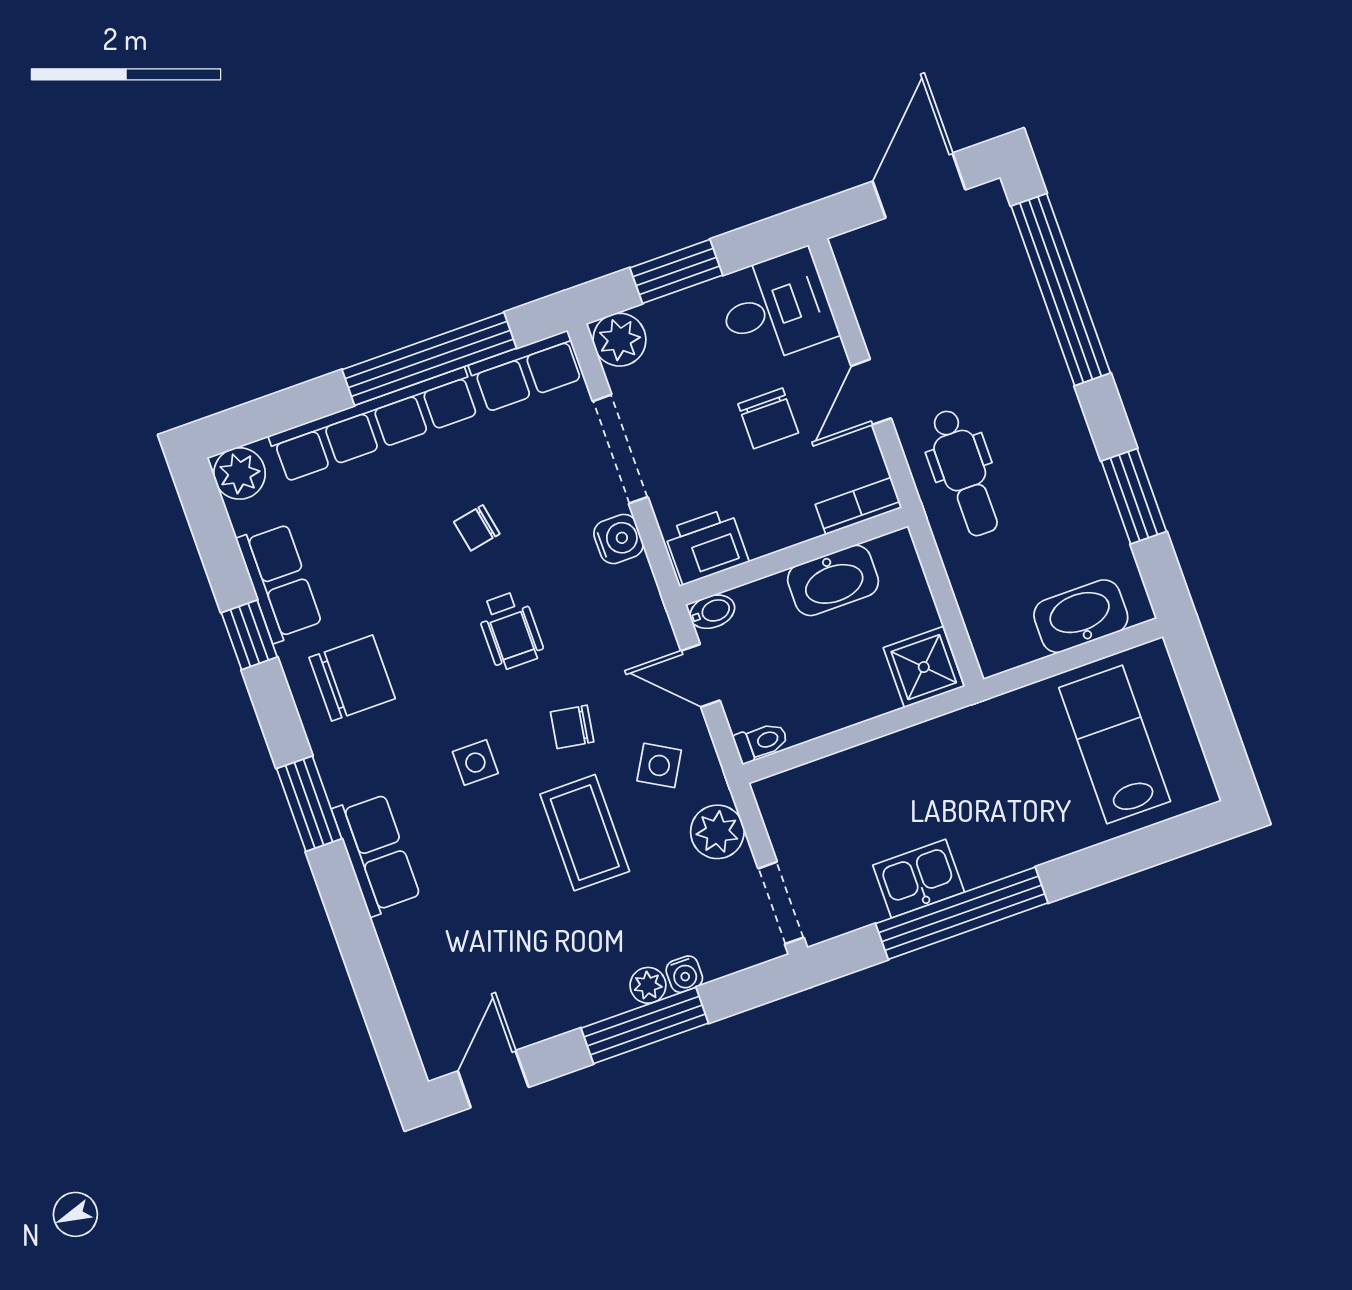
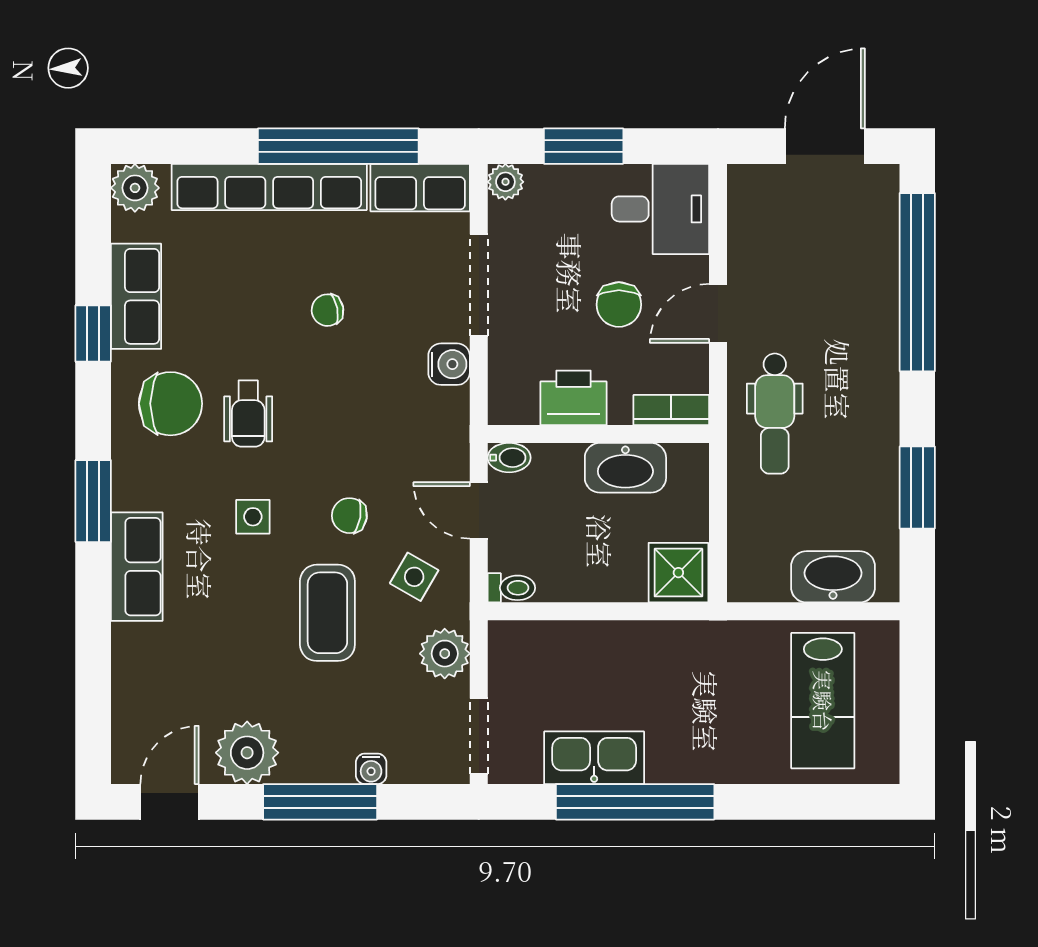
plant: (620, 340) -> (505, 182), width x0.73, depth x0.73
printer: (706, 546) -> (574, 398), moved
wheelchair: (510, 630) -> (248, 414), moved
lab bench: (1115, 744) -> (823, 701), turned 180
kitchen sink: (919, 879) -> (594, 758), width x1.38
plant: (648, 985) -> (247, 753), moved, width x1.88, depth x1.88

